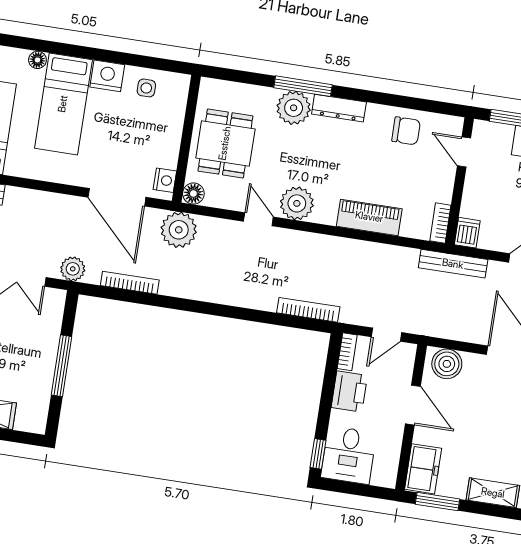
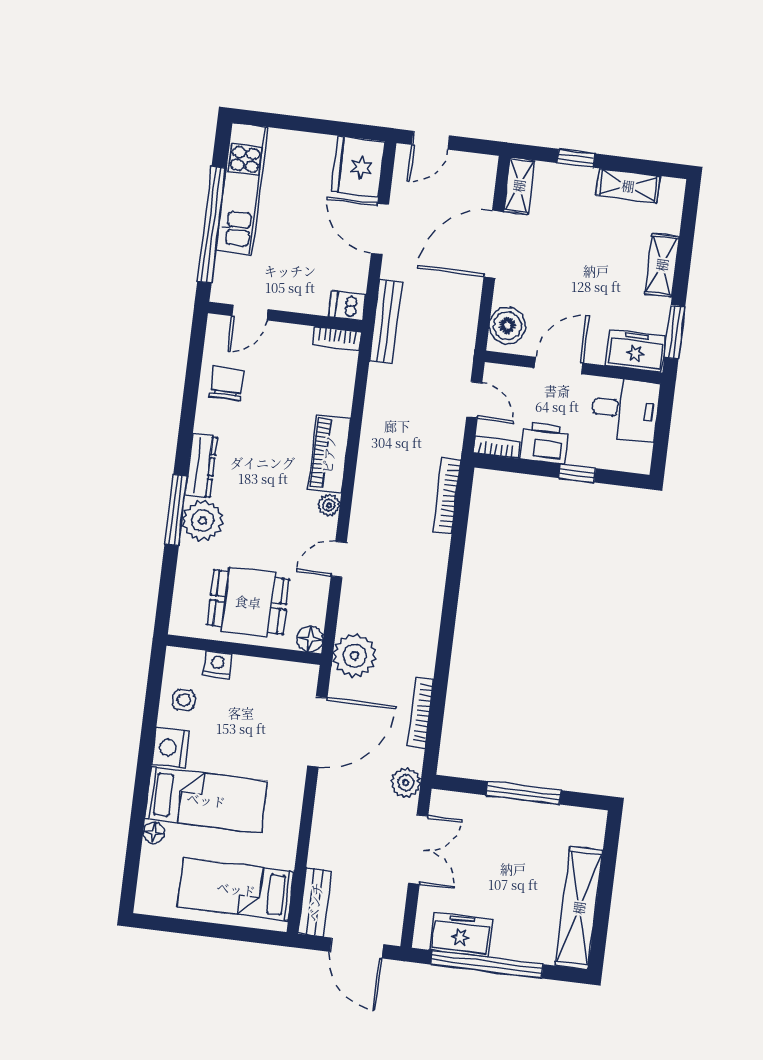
nightstand: (165, 180) -> (217, 664), moved
plant: (297, 203) -> (329, 505), width x0.53, depth x0.53
piano: (369, 217) -> (329, 454), moved
window: (318, 454) -> (577, 473), moved
desk: (349, 455) -> (625, 409), moved

